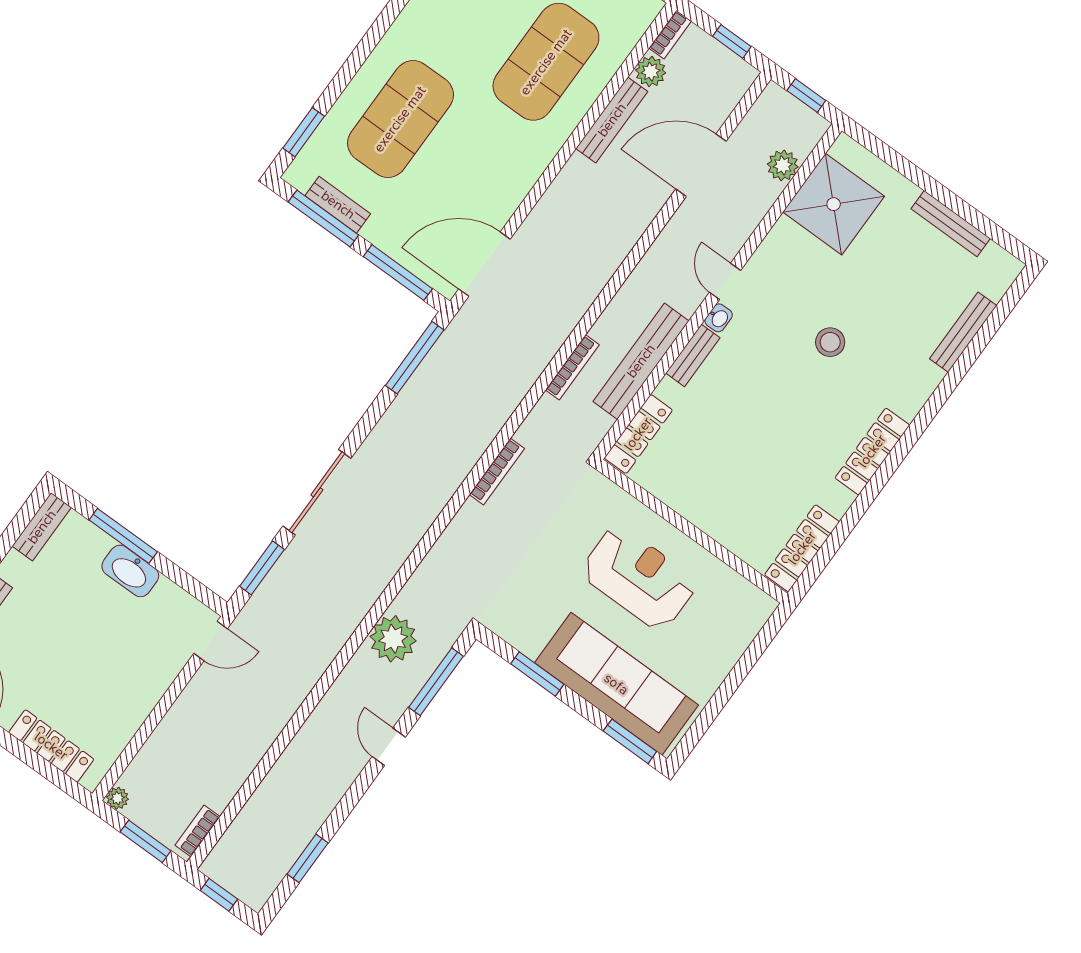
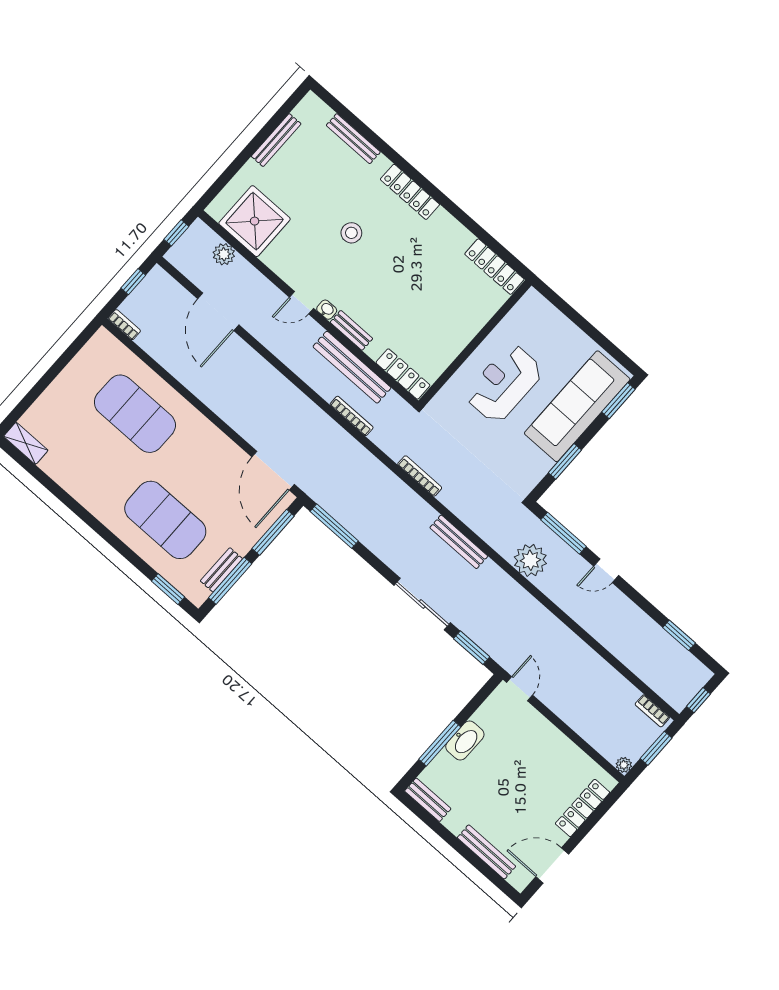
plant: (651, 72) -> (149, 341), removed
bench: (612, 120) -> (459, 542), moved
locker: (872, 451) -> (410, 192), moved

